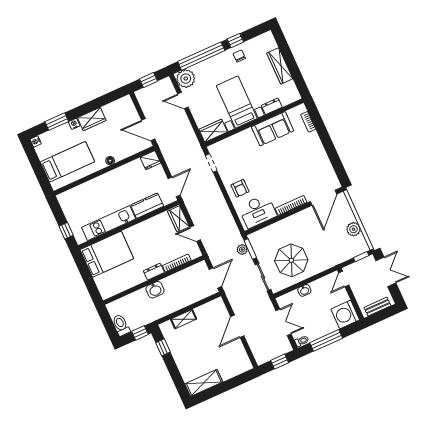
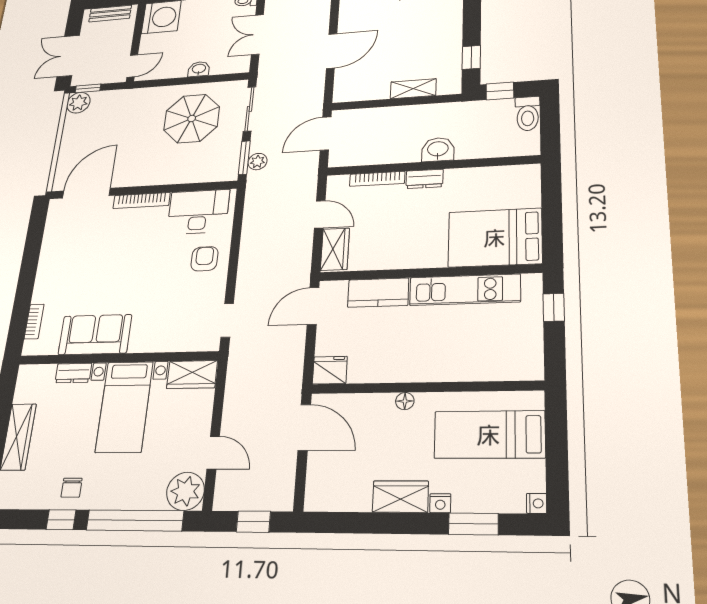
plant: (354, 229) -> (78, 103), moved

